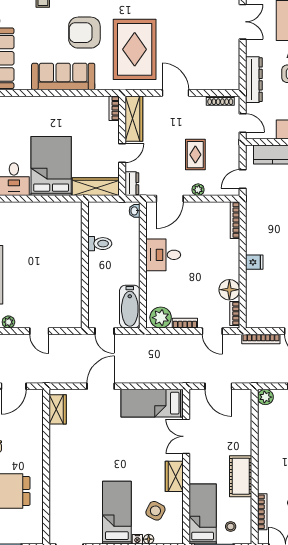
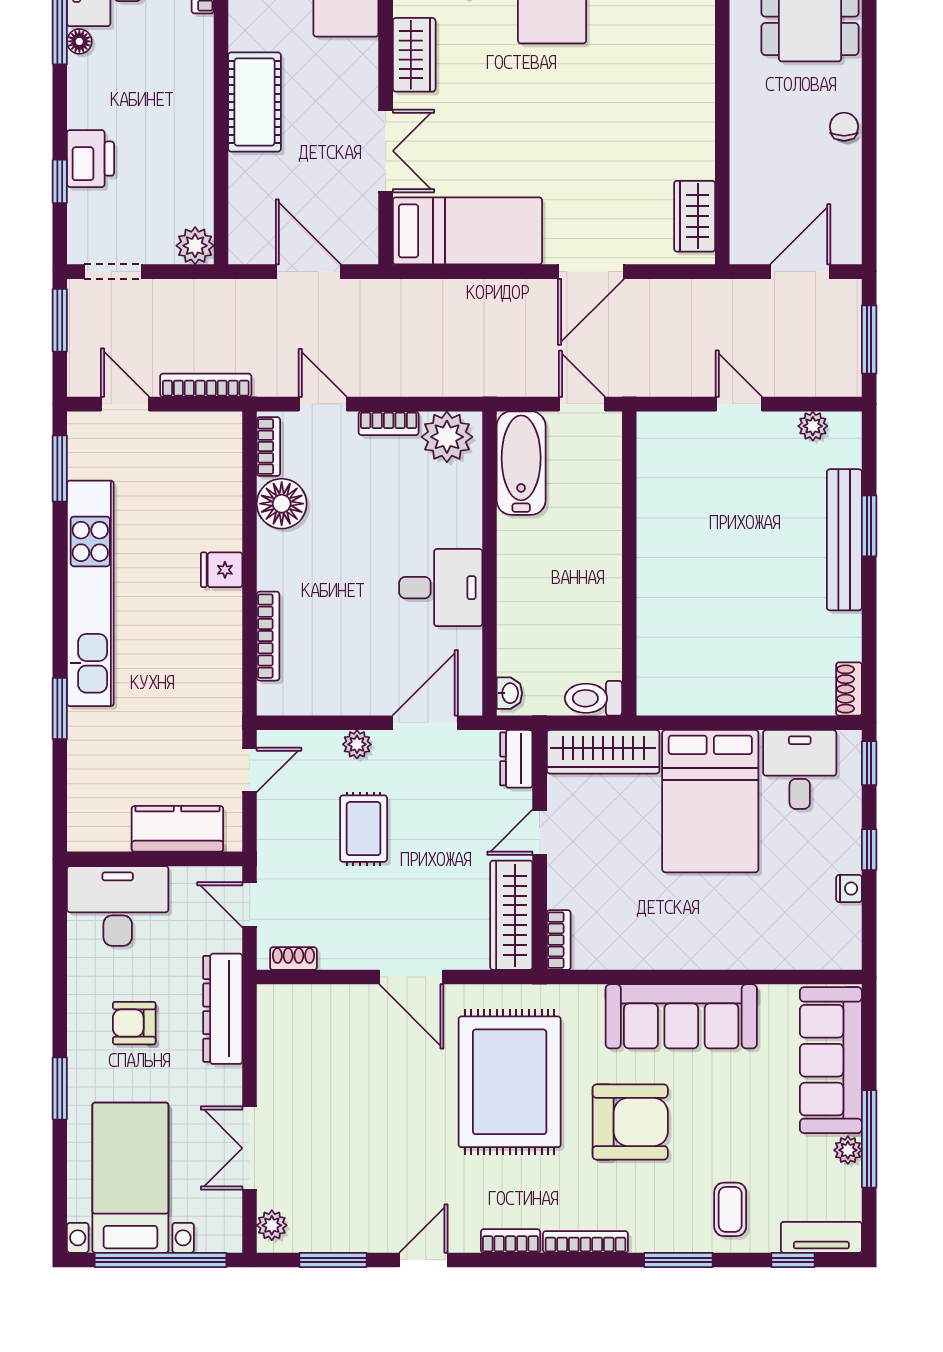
shoe rack: (220, 101) -> (293, 959), width x0.70
bookcase: (235, 220) -> (268, 636), moved
toilet: (100, 244) -> (593, 698), moved
cot: (241, 476) -> (254, 102), moved

